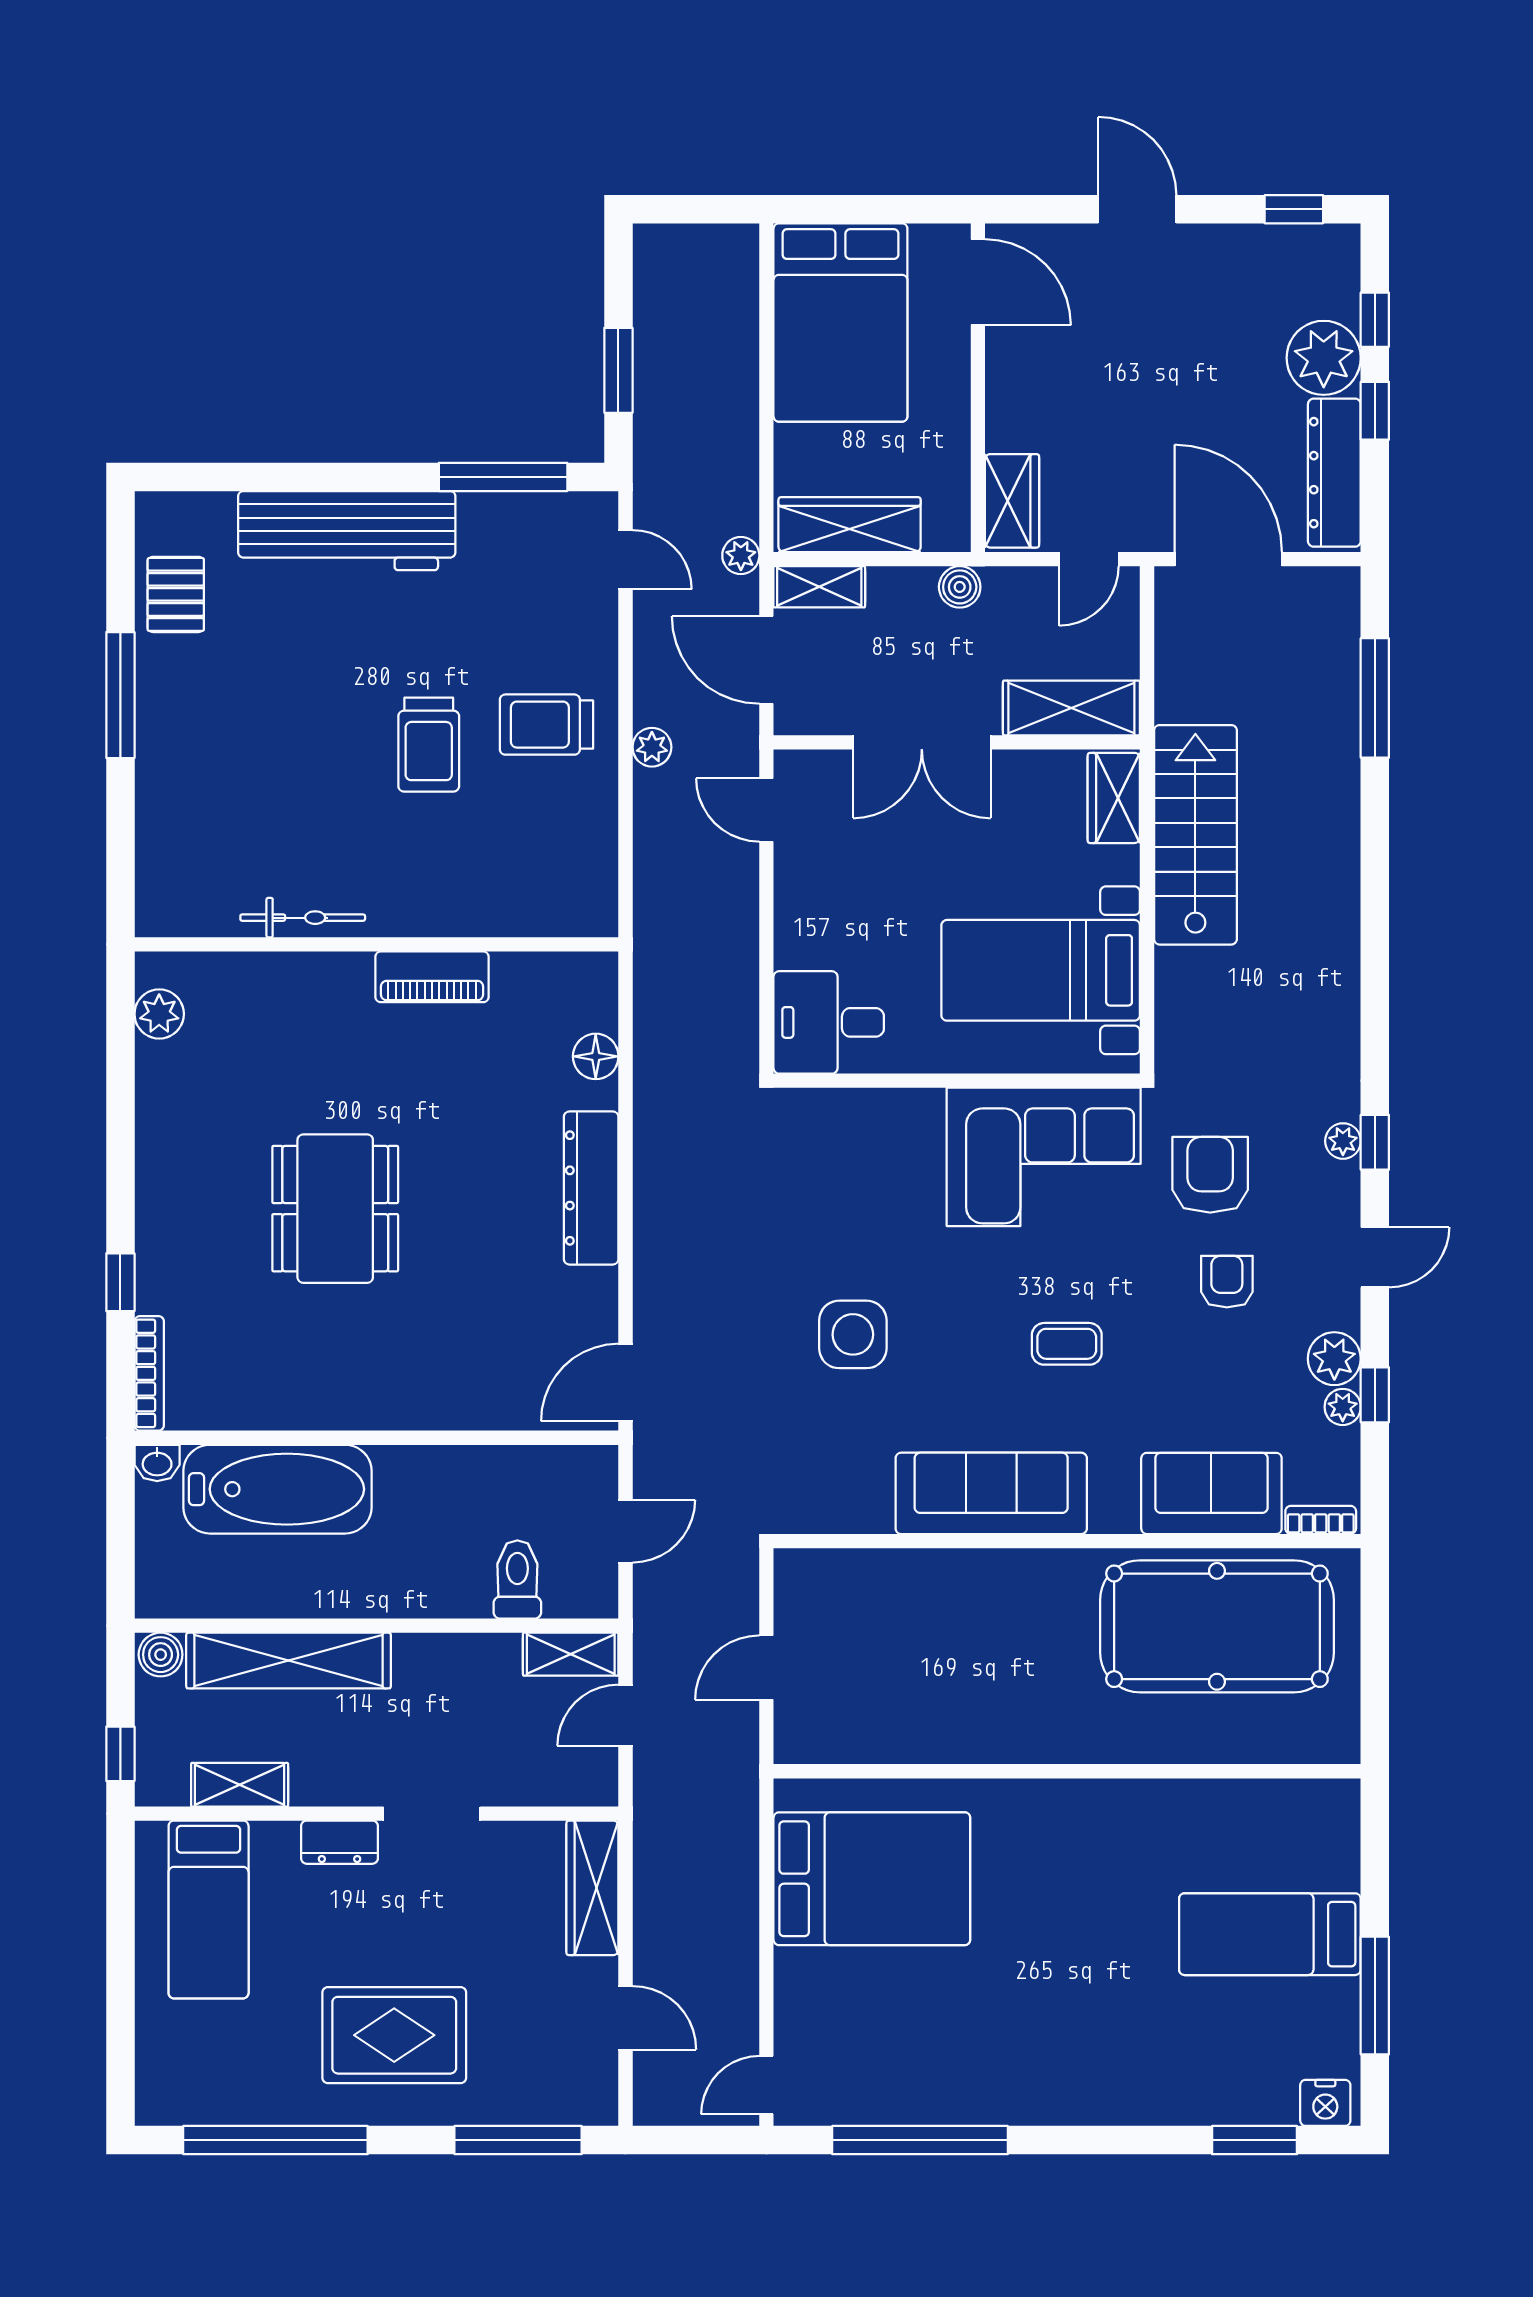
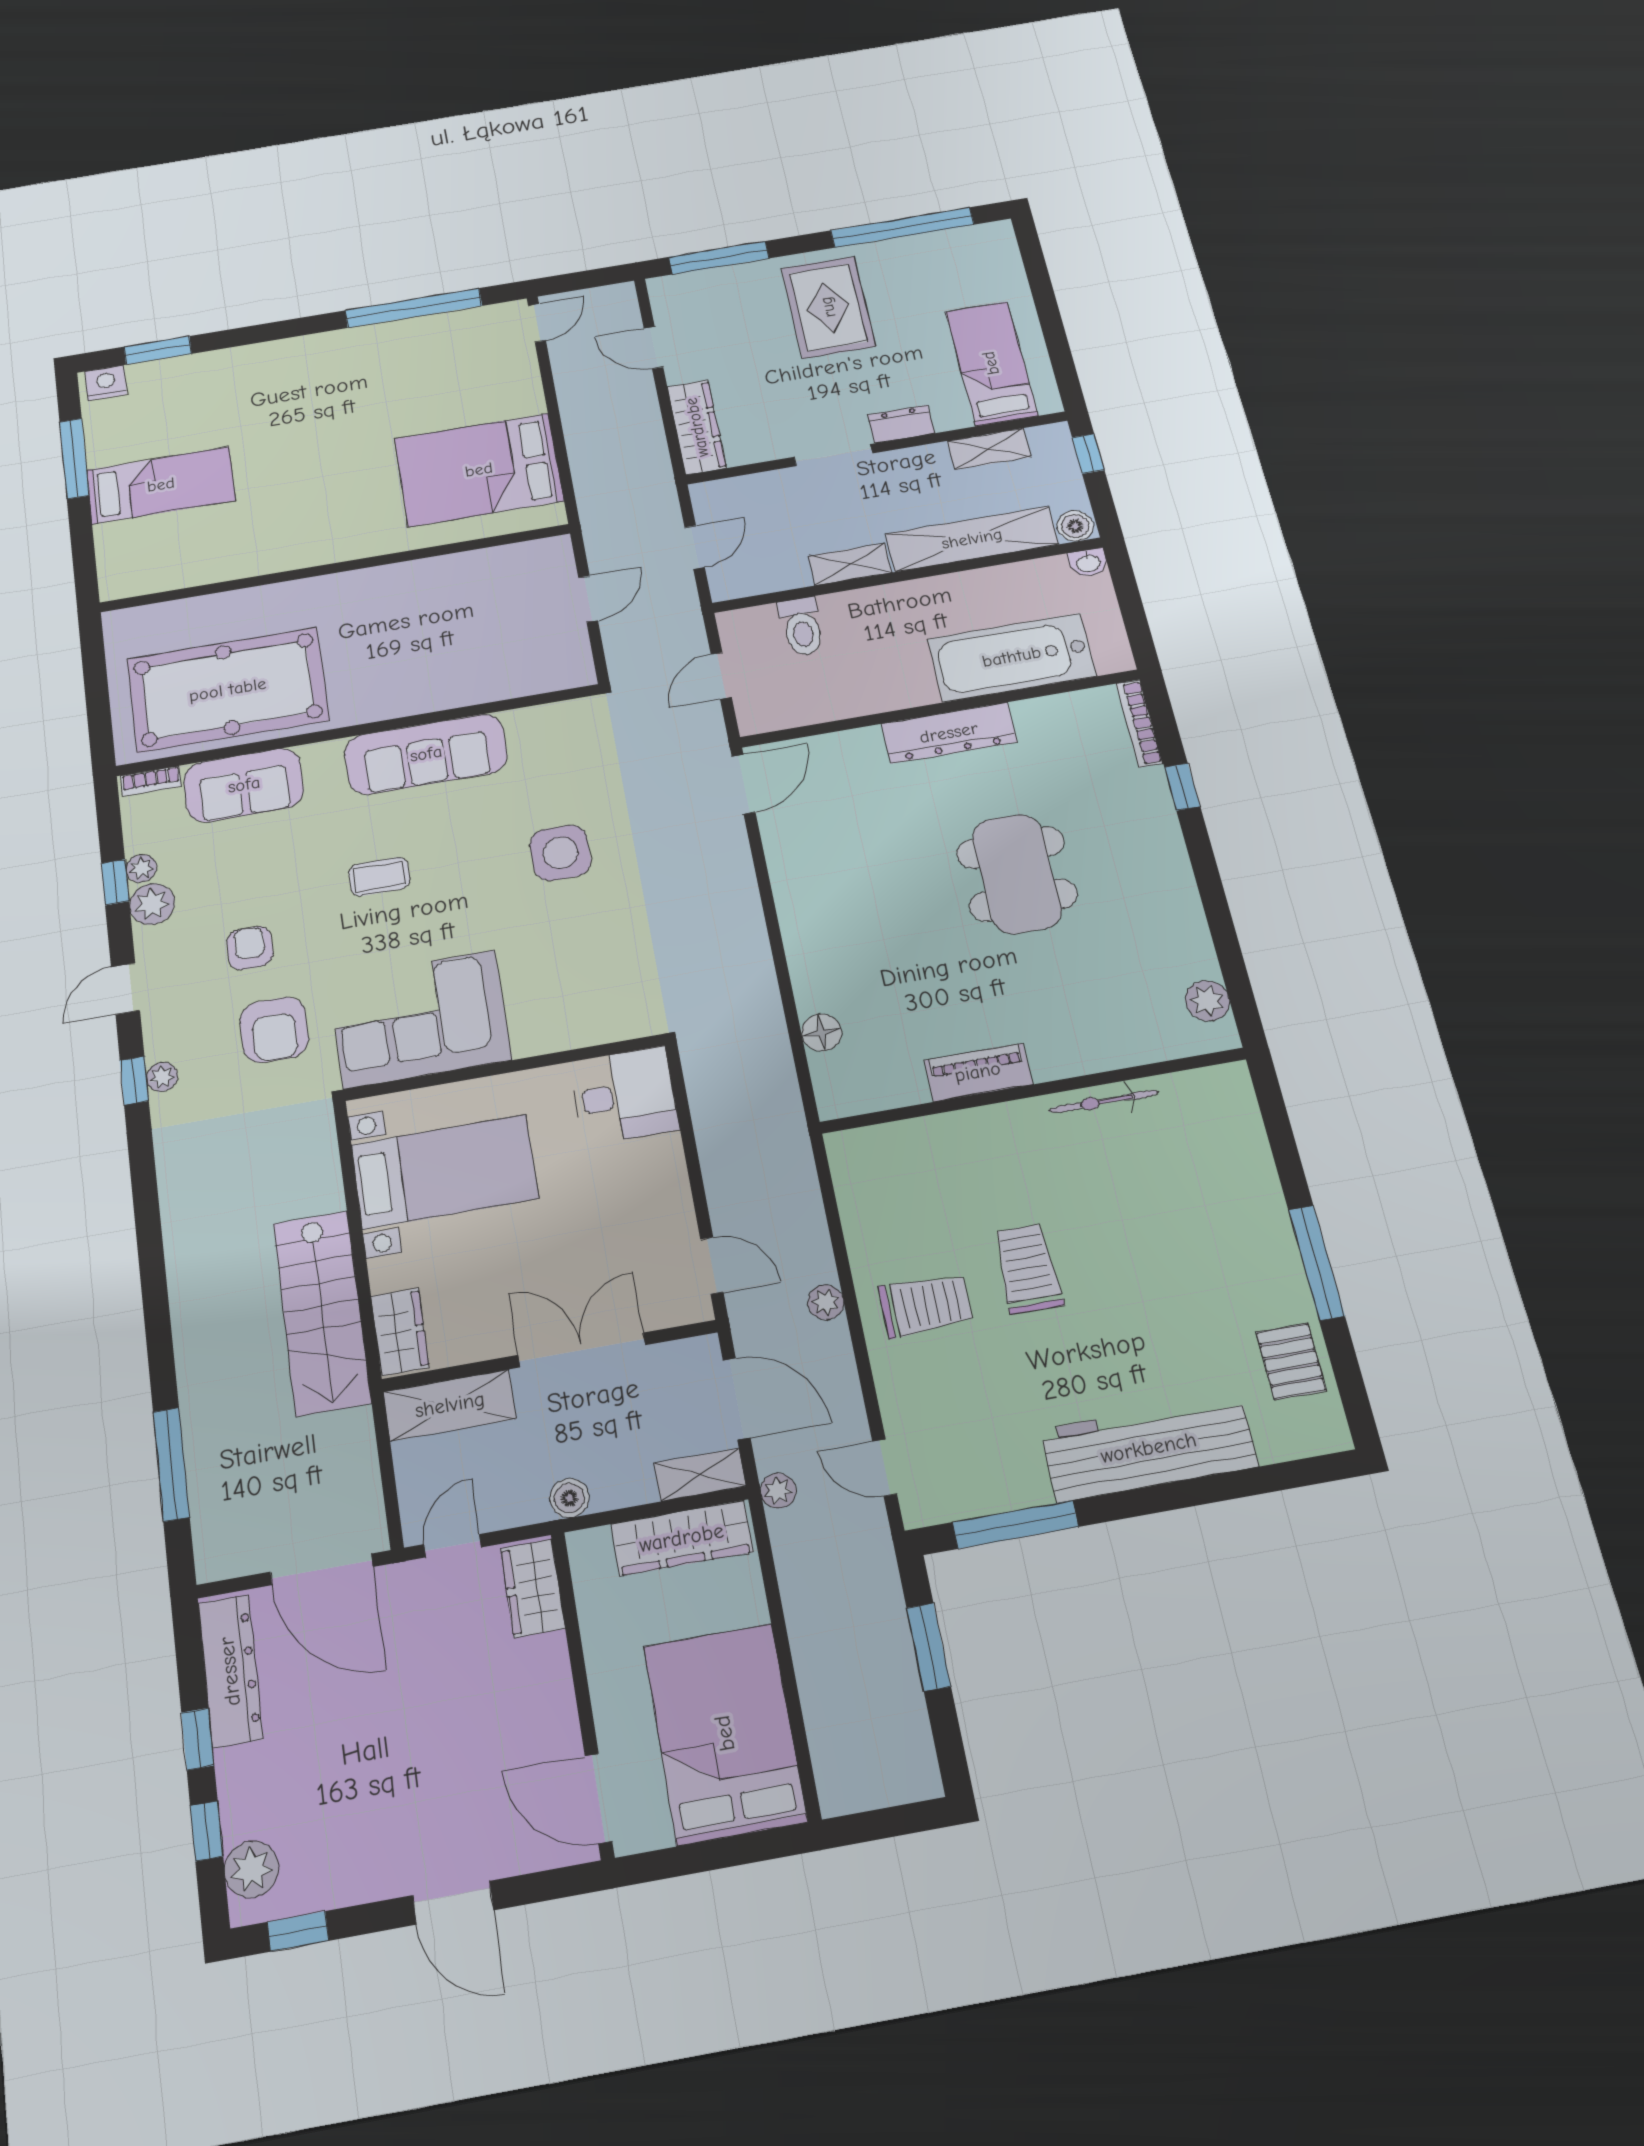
plant: (1324, 358) -> (252, 1869), moved, width x0.73, depth x0.73
dresser: (591, 1188) -> (949, 733), moved, turned 90
armchair: (1227, 1282) -> (250, 948), turned 180
washbasin: (157, 1463) -> (1088, 563), moved, turned 180
shelving: (571, 1654) -> (850, 564), moved
rug: (394, 2035) -> (828, 307), turned 90

